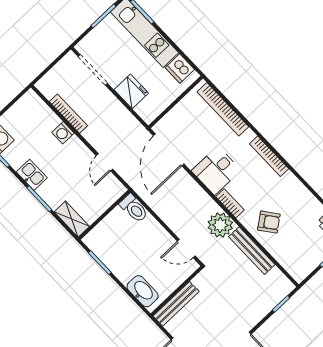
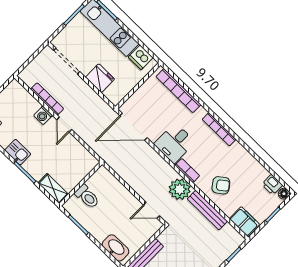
door: (169, 150) -> (134, 127), hinge flipped
door: (104, 162) -> (64, 125), moved
toilet: (134, 208) -> (87, 197), moved
filing cabinet: (295, 266) -> (245, 222), added

